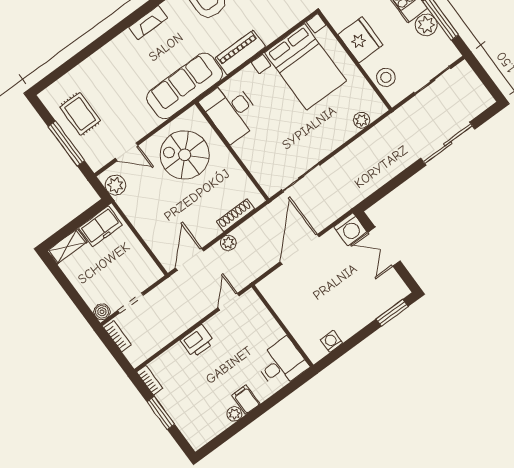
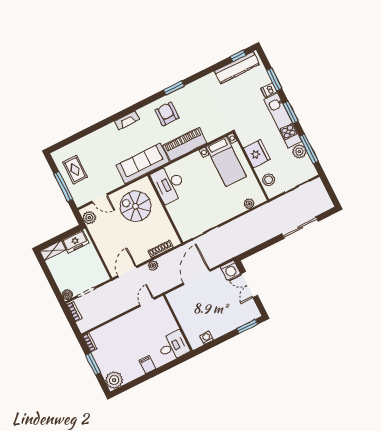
piano: (240, 53) -> (185, 144), width x1.37, depth x1.33
bed with nightstands: (306, 67) -> (226, 161), width x0.73
printer: (197, 341) -> (123, 323), removed
plant: (234, 414) -> (114, 380), moved, width x1.88, depth x1.88

